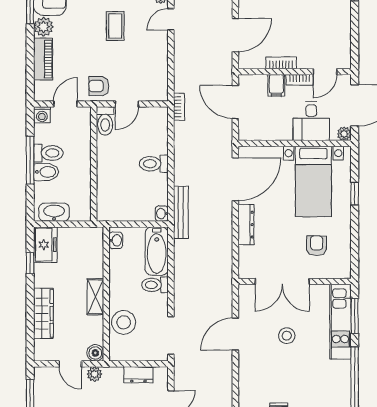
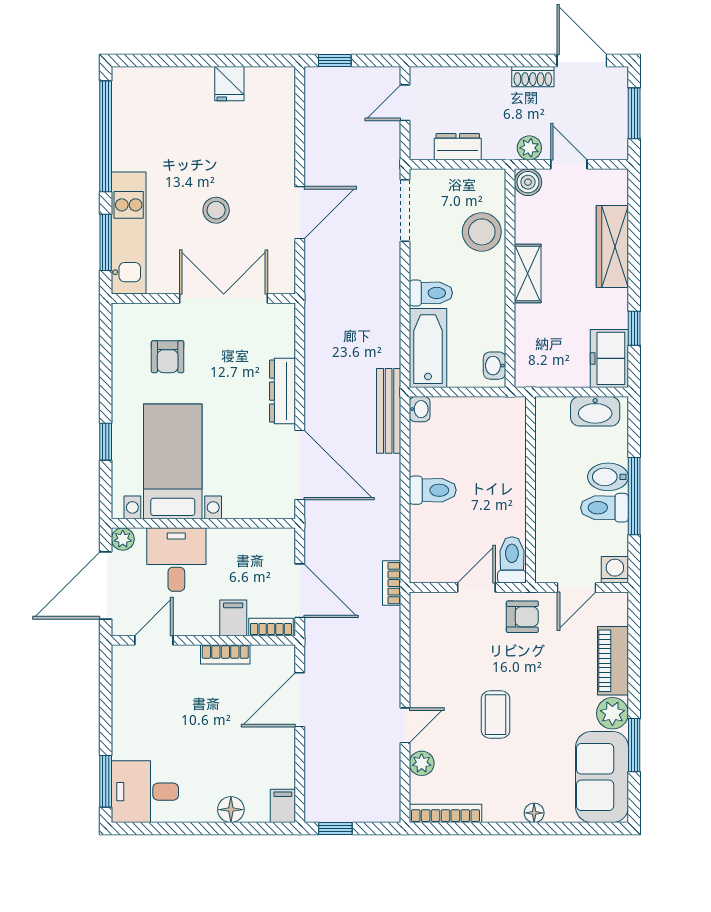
bookcase: (300, 80) -> (271, 627), moved
door: (235, 179) -> (300, 465), swing flipped

